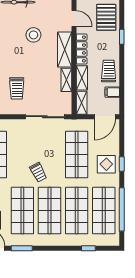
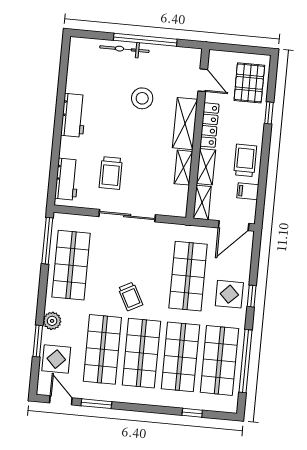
sliding door: (45, 117) -> (127, 216), moved

